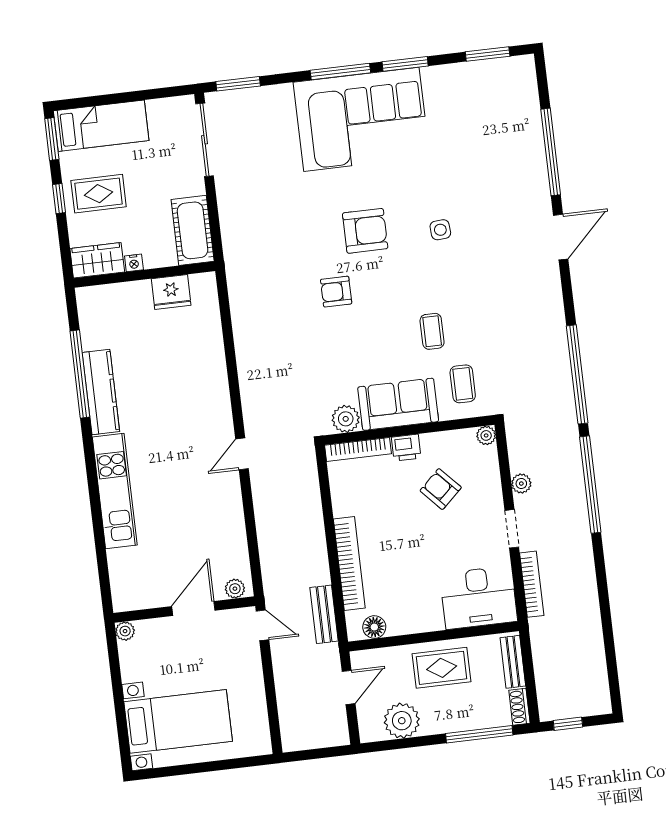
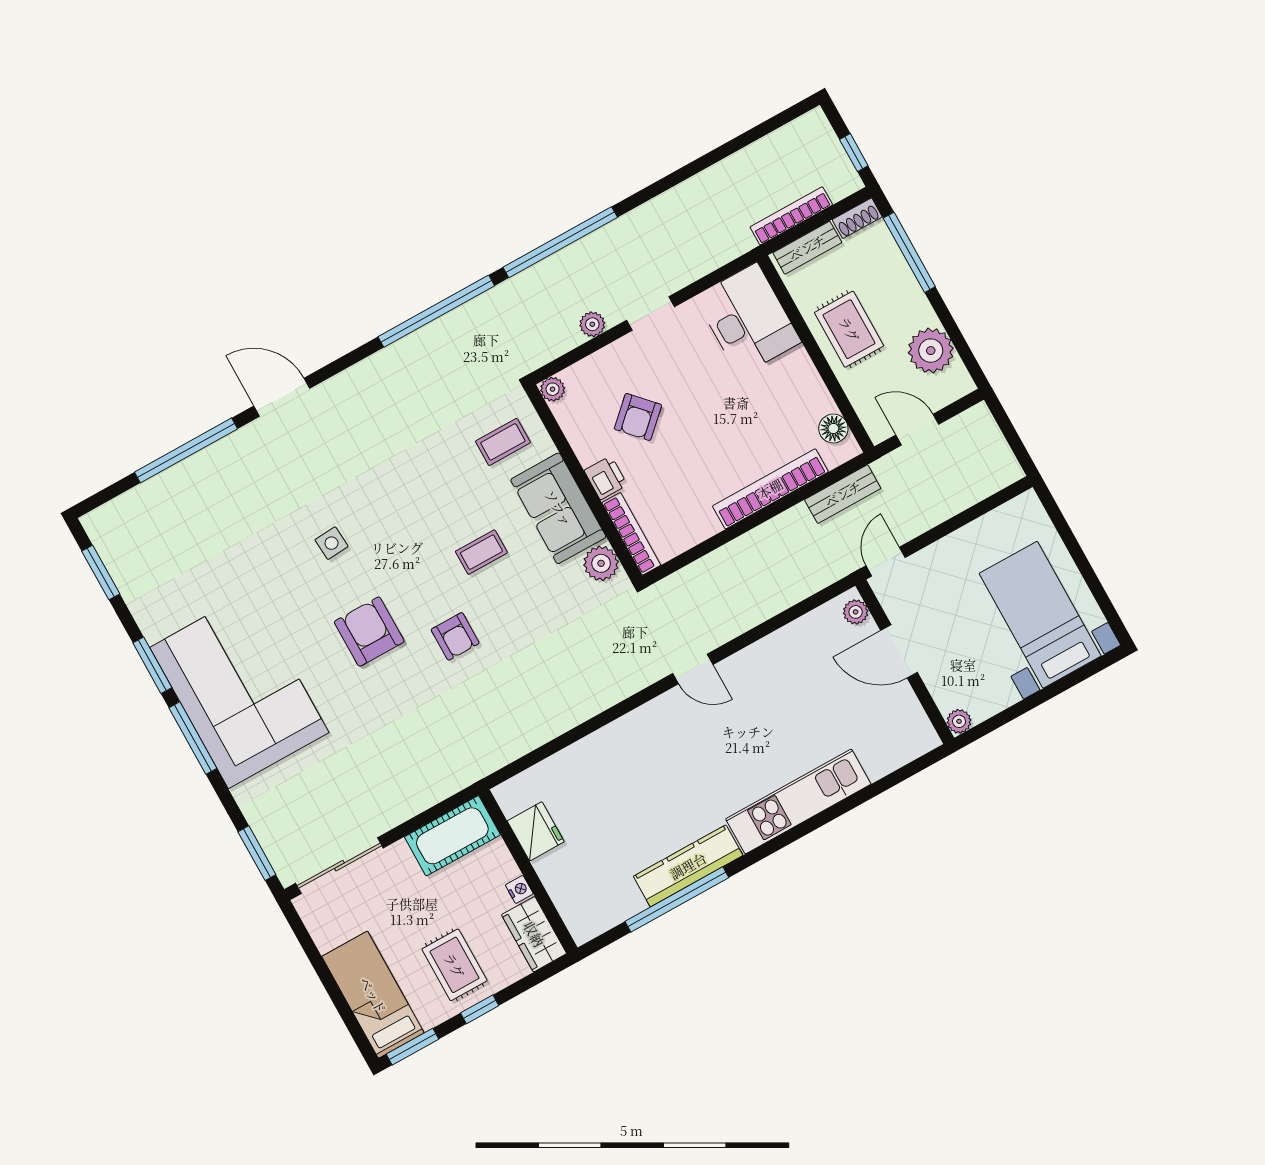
coffee table: (432, 331) -> (481, 552), moved
bookcase: (532, 584) -> (791, 216), moved

